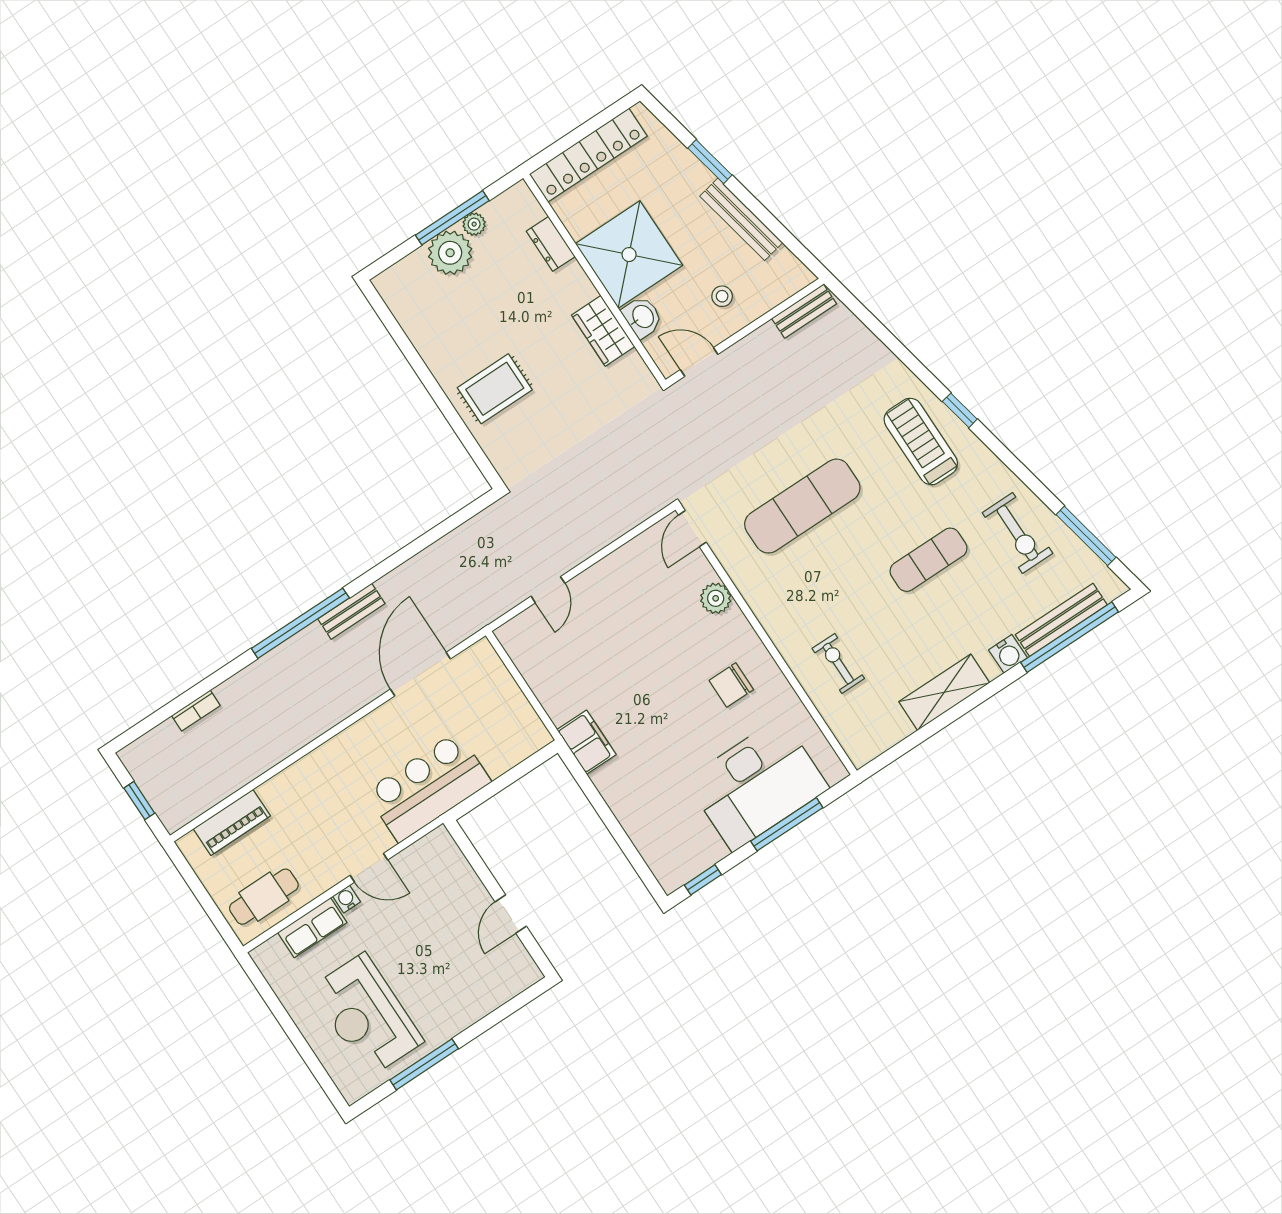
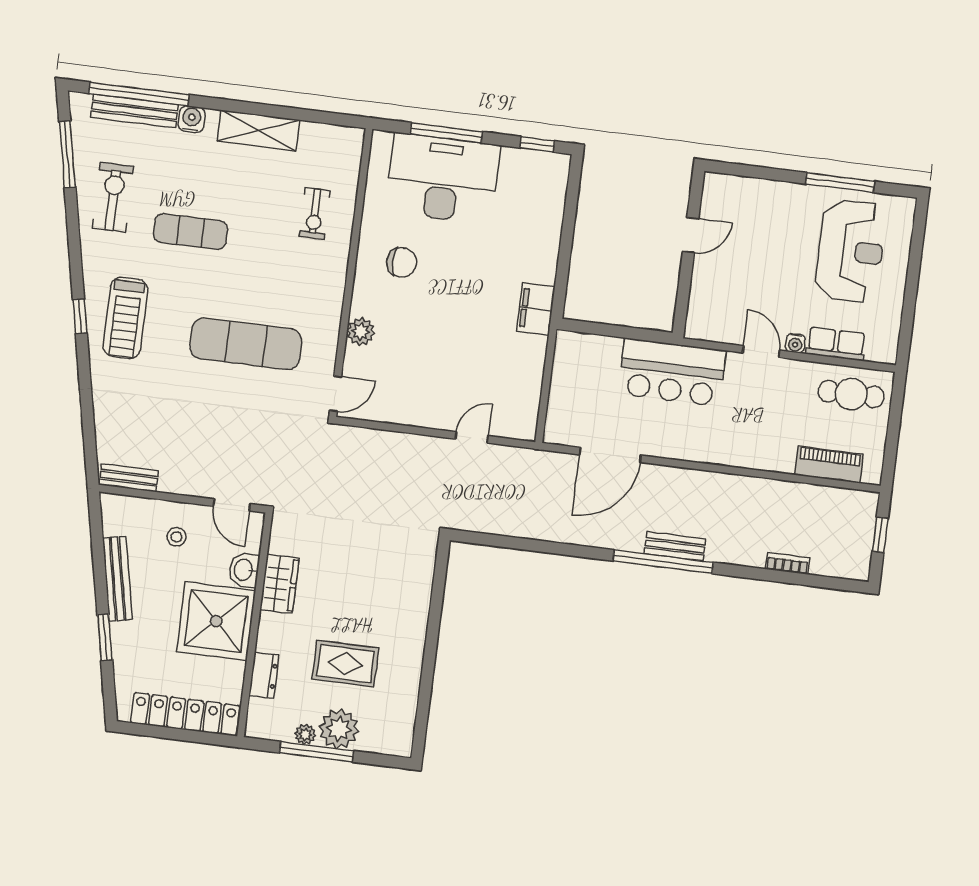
rug: (495, 389) -> (345, 664), moved
bench: (351, 611) -> (675, 546), moved

